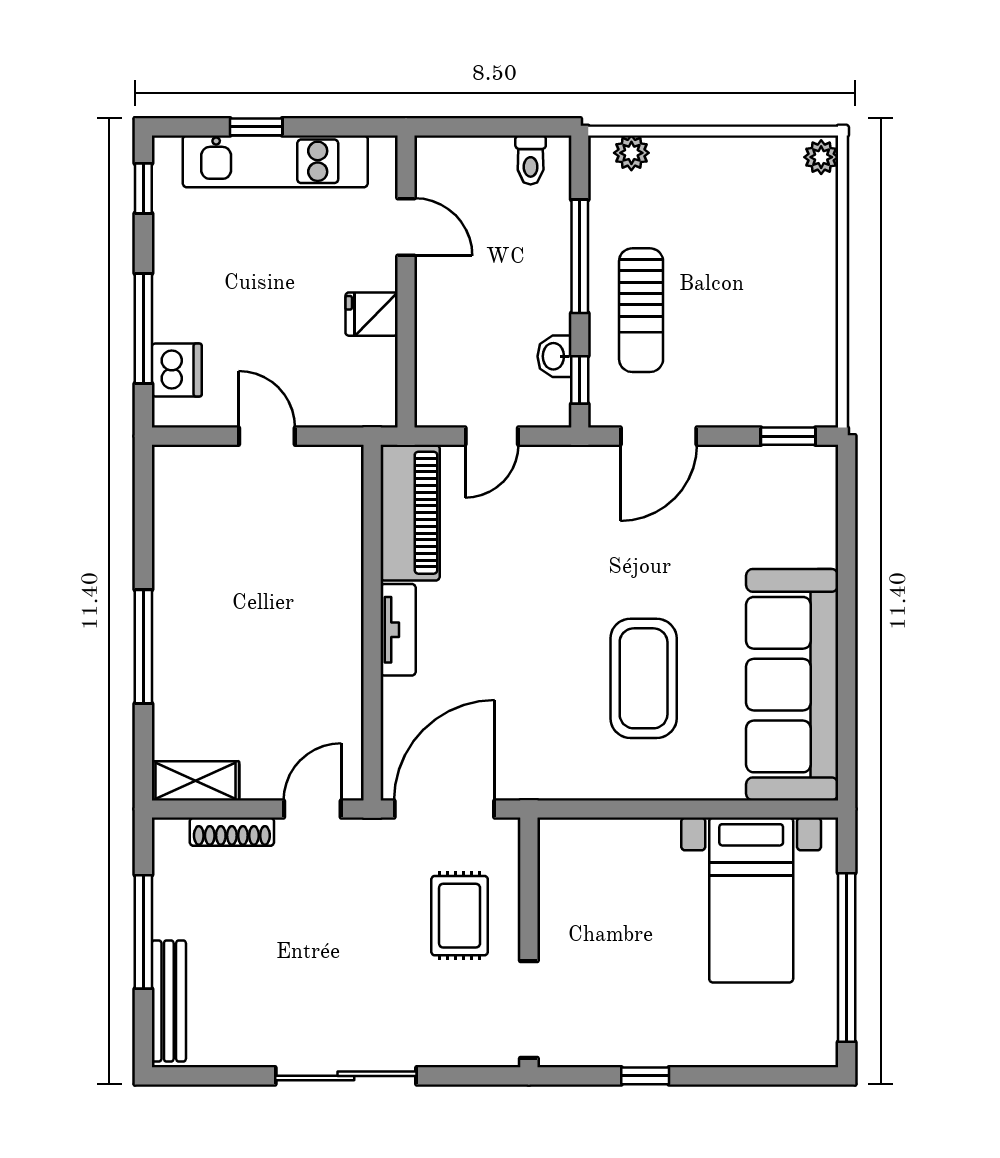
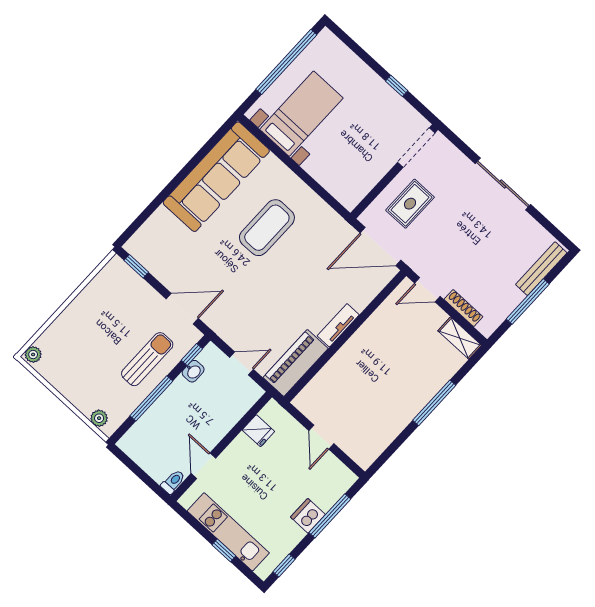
toilet: (531, 160) -> (173, 482), moved
fridge: (372, 314) -> (258, 431), moved
dishwasher: (177, 370) -> (308, 516), moved

